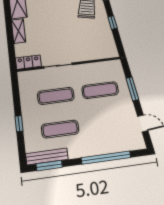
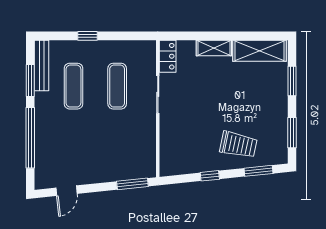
window: (132, 89) -> (132, 184), moved
exercise mat: (100, 90) -> (117, 144), removed
window: (49, 166) -> (30, 81), moved

